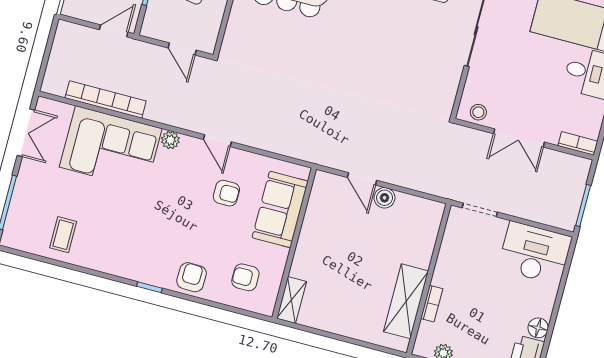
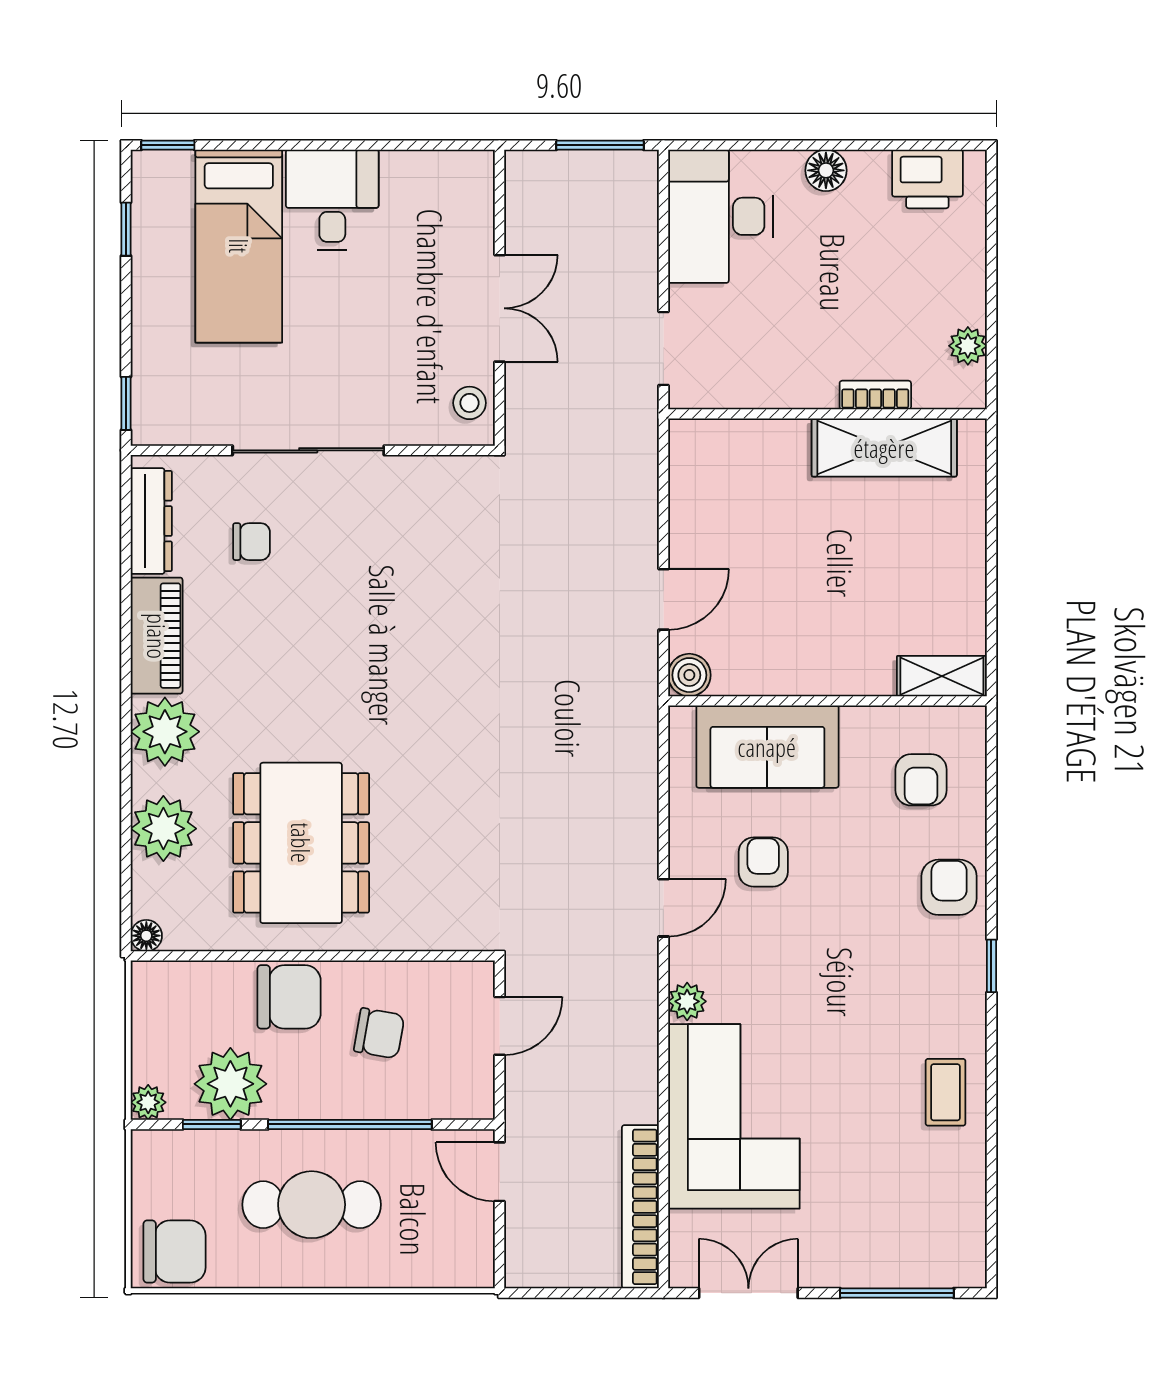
bookcase: (106, 99) -> (640, 1207), moved
bookcase: (578, 143) -> (480, 188), removed
boiler: (385, 198) -> (689, 675), moved
coffee table: (63, 235) -> (946, 1092), moved, turned 90
armchair: (192, 277) -> (949, 887), turned 89
floor lamp: (538, 328) -> (826, 170), moved

